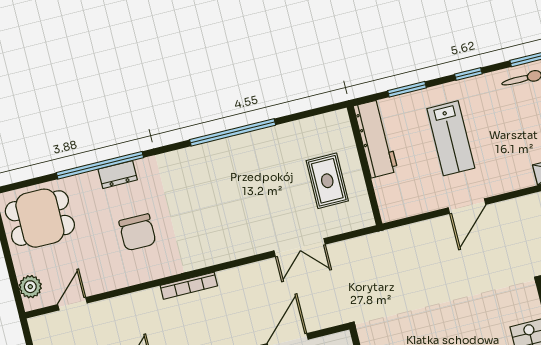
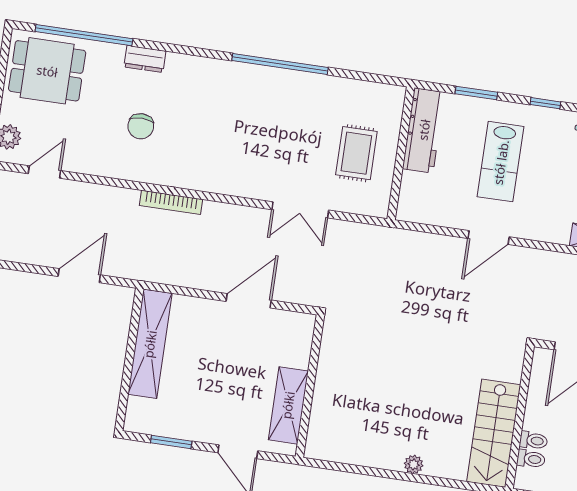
window: (100, 165) -> (84, 35), moved
chair: (137, 232) -> (141, 126), width x0.73, depth x0.73

